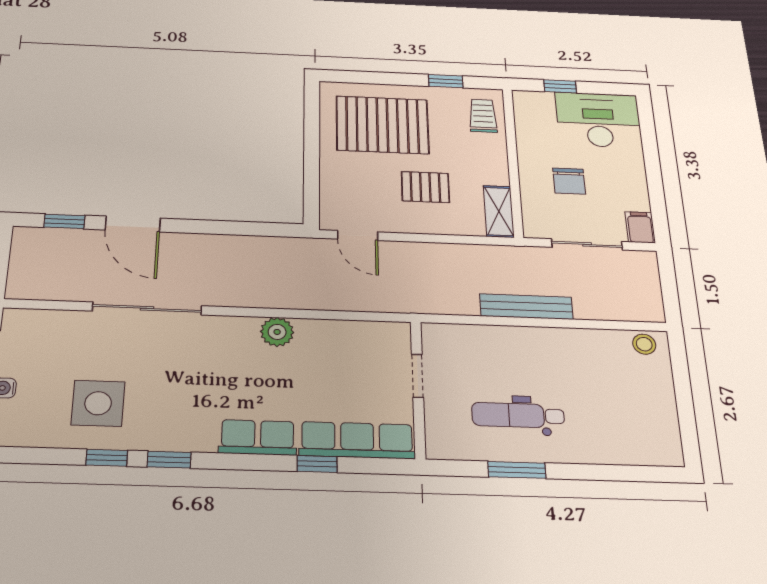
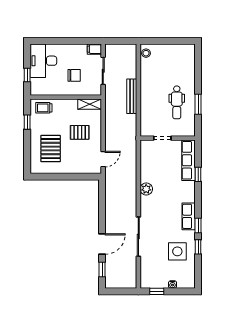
pallet: (382, 125) -> (51, 149), width x0.73, depth x0.71
pallet: (425, 187) -> (80, 132), turned 90
row of seats: (258, 437) -> (189, 216), moved

